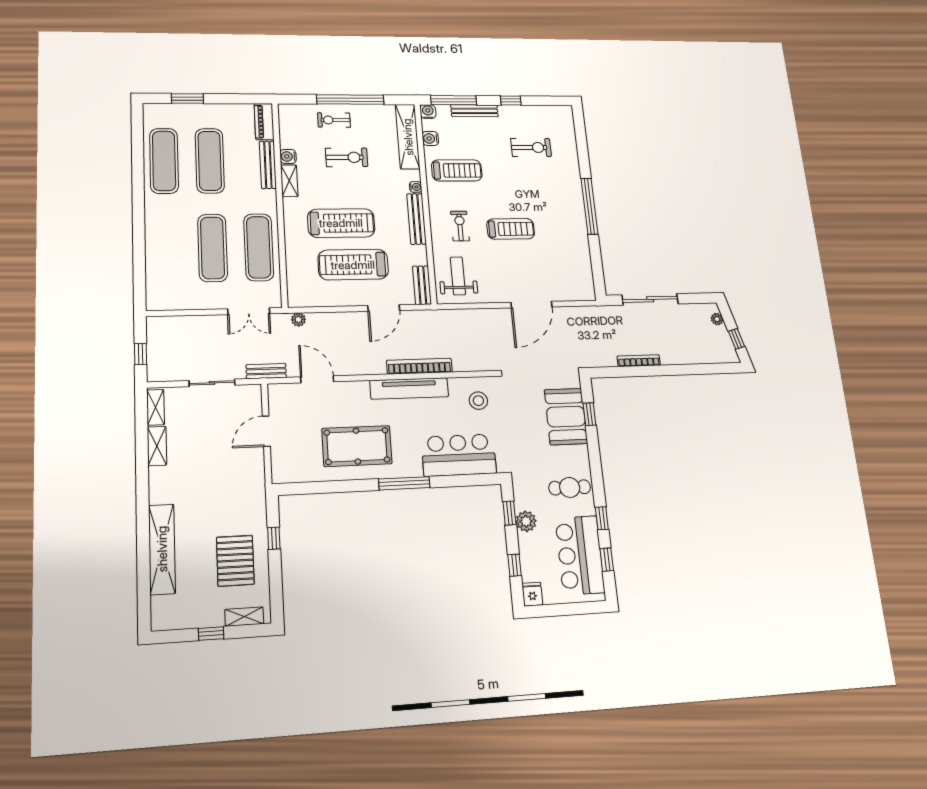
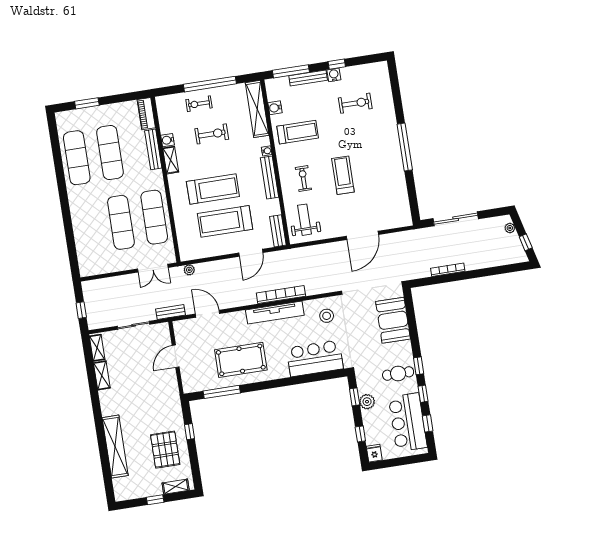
water cooler: (428, 112) -> (334, 75), moved
treadmill: (511, 229) -> (343, 175), turned -90
window: (589, 414) -> (419, 366), moved
window: (404, 483) -> (222, 392), moved

